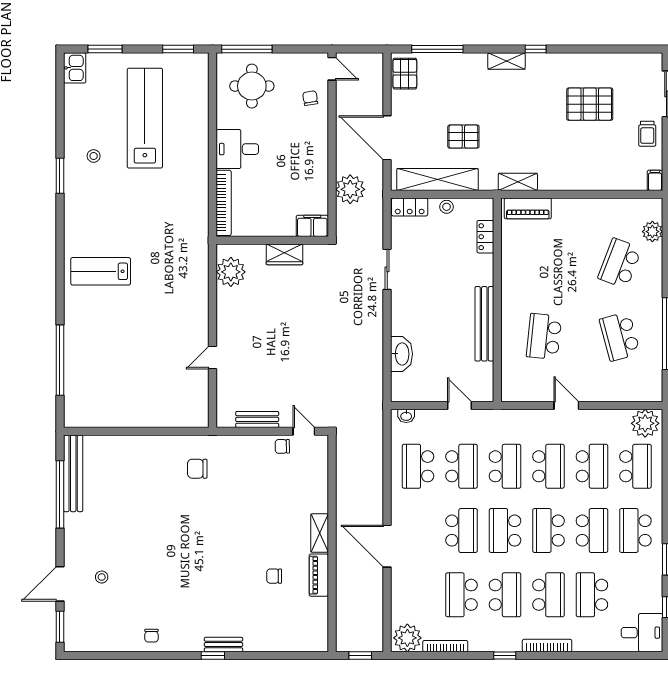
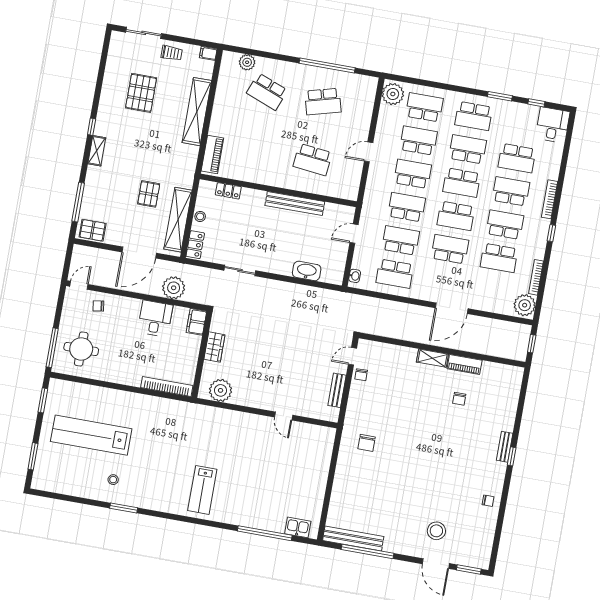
kitchen sink: (75, 68) -> (298, 527), moved
desk: (237, 149) -> (155, 319), moved, turned 180
shelving: (518, 182) -> (197, 112), moved, width x2.20, depth x1.33
stool: (102, 577) -> (436, 531), width x1.89, depth x1.89

